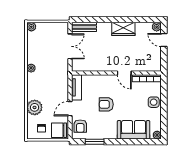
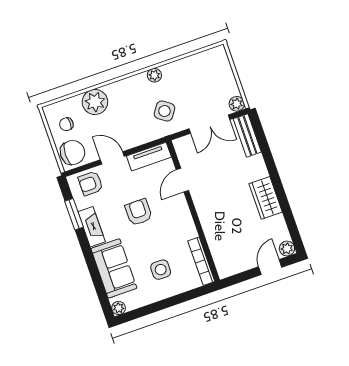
plant: (31, 27) -> (237, 104), moved
side table: (54, 69) -> (164, 111), added
door: (124, 73) -> (182, 180), moved
side table: (154, 102) -> (161, 270), moved
chair: (59, 130) -> (73, 152), turned 90
fireplace: (105, 134) -> (92, 227), added

